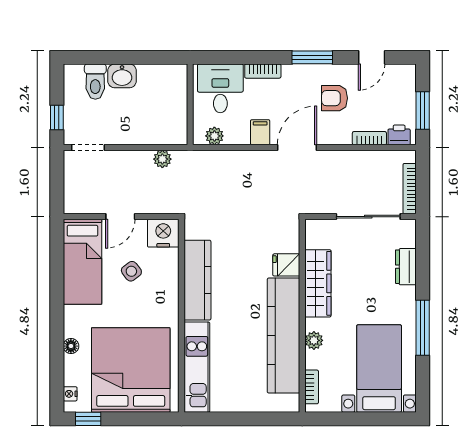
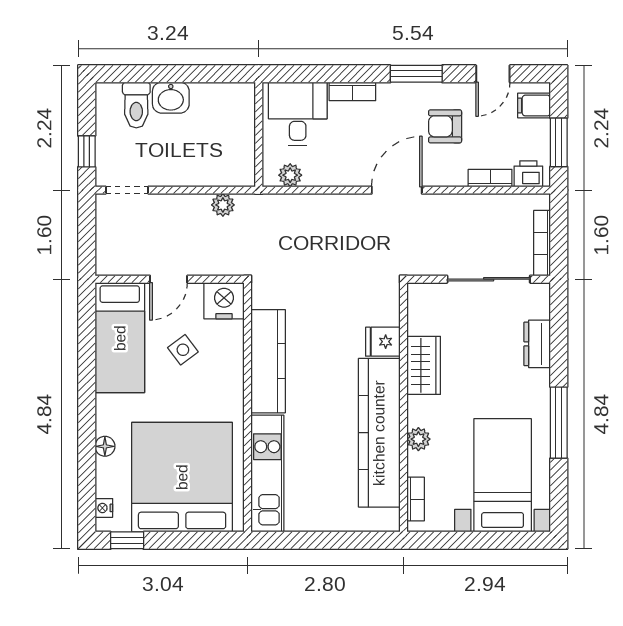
filing cabinet: (260, 132) -> (534, 106), moved, turned -90
wardrobe: (318, 283) -> (424, 365), width x0.67

